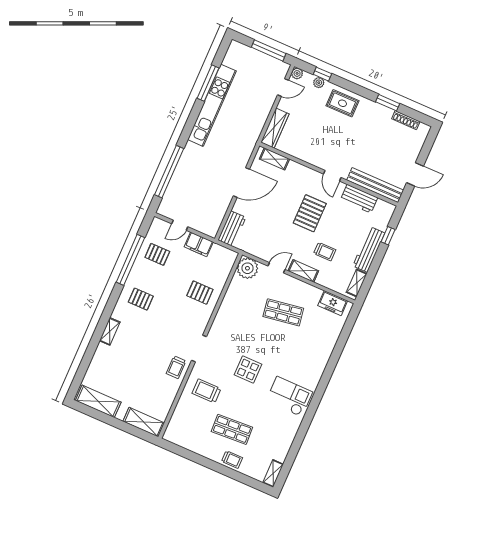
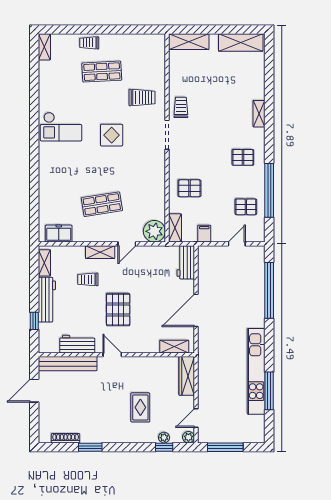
rug: (342, 103) -> (140, 407), moved, turned 90
filing cabinet: (199, 244) -> (204, 234), width x0.50
shelving: (228, 263) -> (175, 228), added

